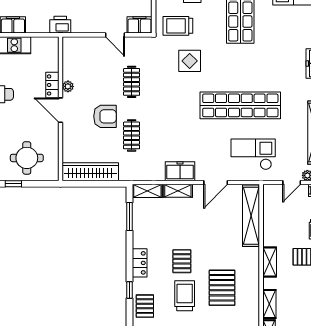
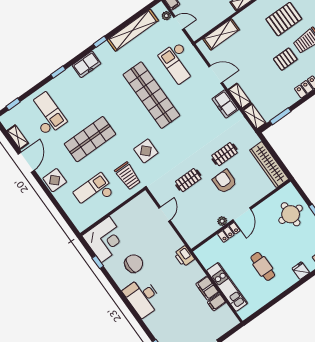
filing cabinet: (139, 25) -> (146, 202), removed
shelving: (251, 216) -> (221, 34), width x0.68

